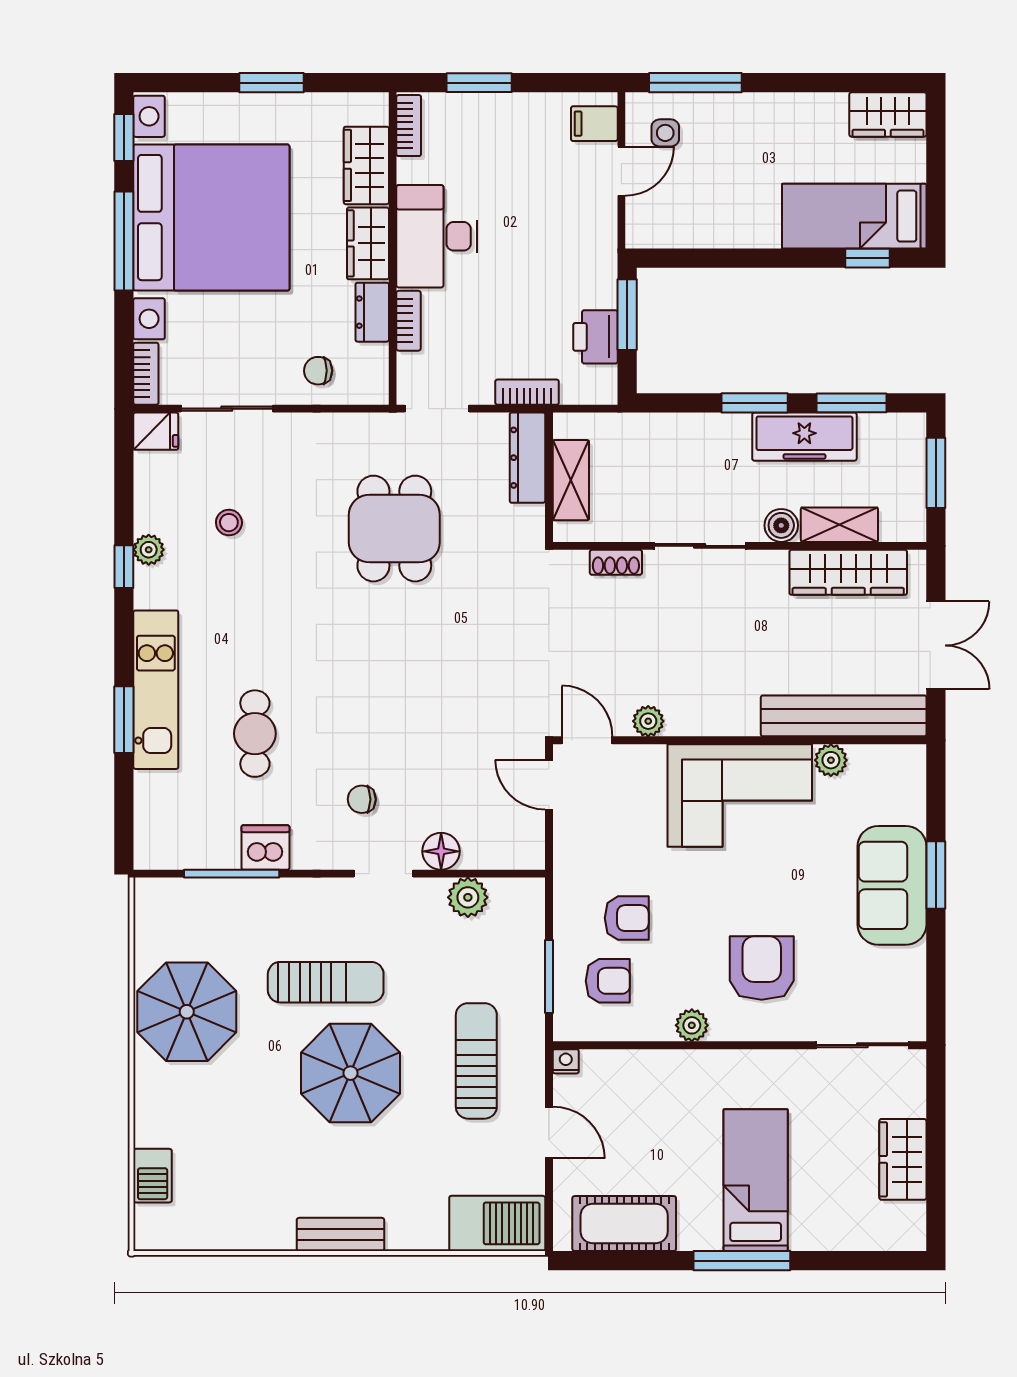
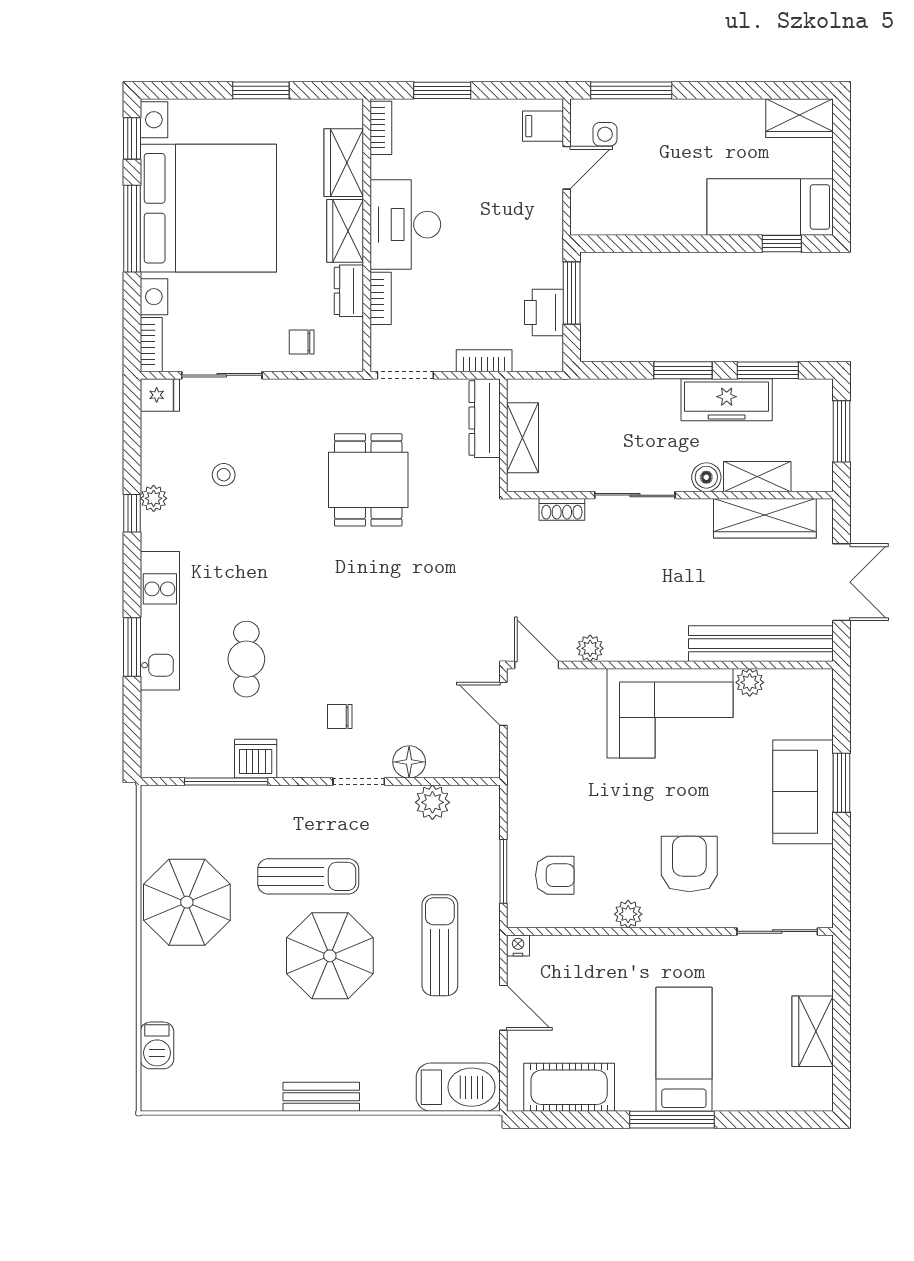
armchair: (627, 918) -> (571, 820), removed

